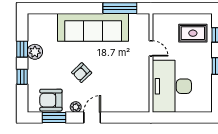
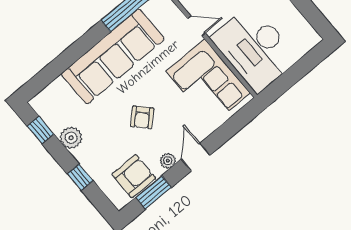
window: (22, 49) -> (40, 130), moved
corner sofa: (132, 83) -> (208, 82), added
armchair: (51, 100) -> (134, 176), turned 180

